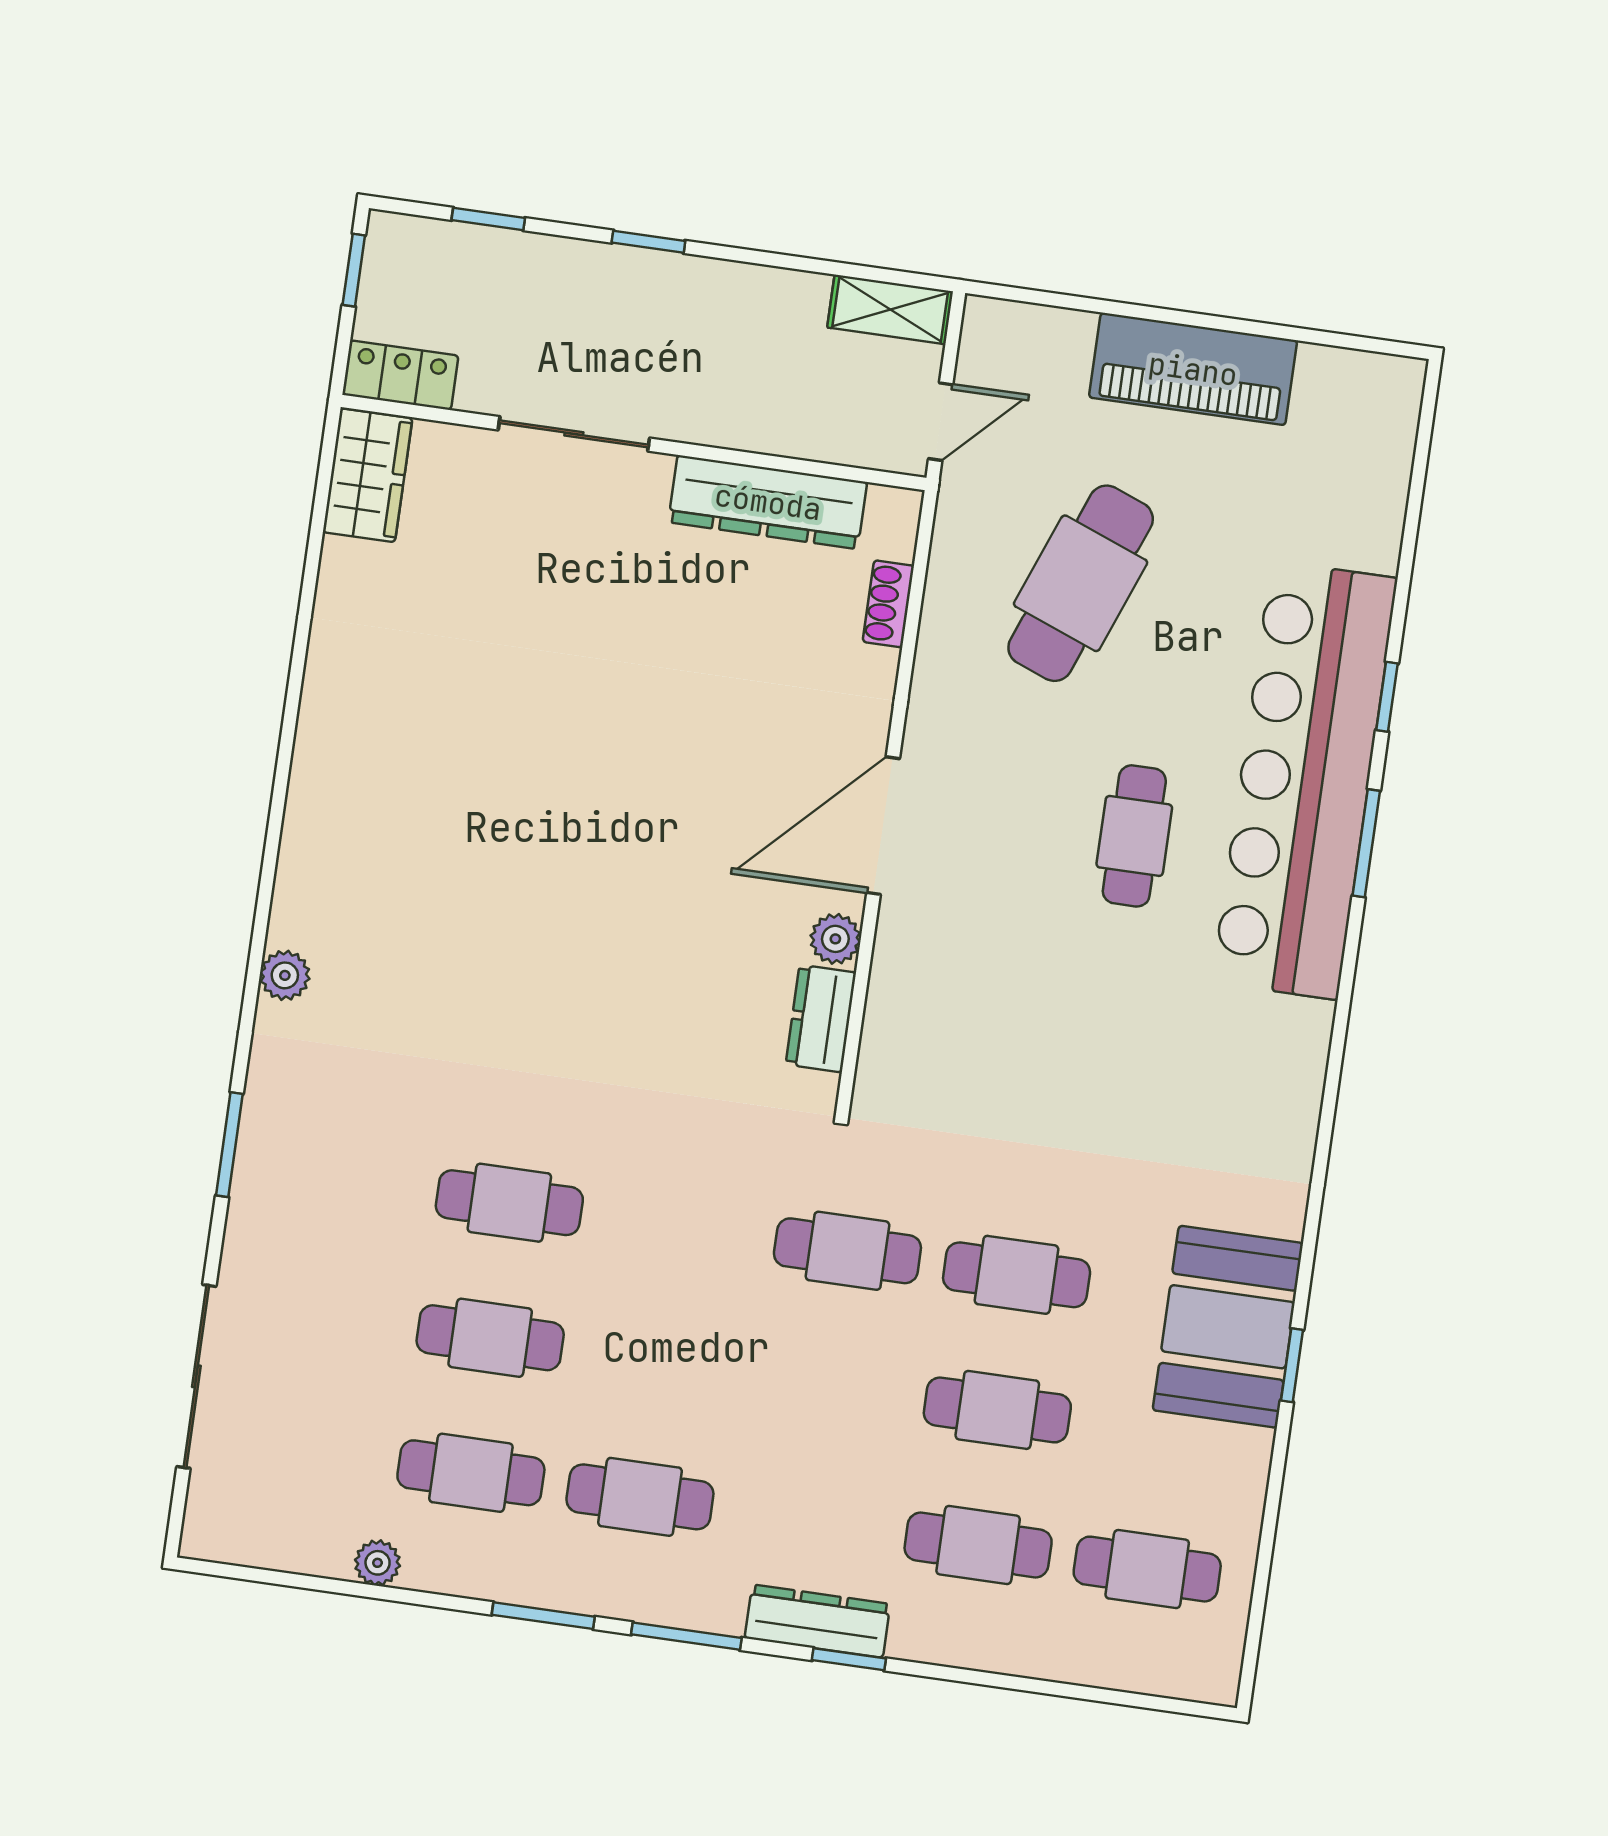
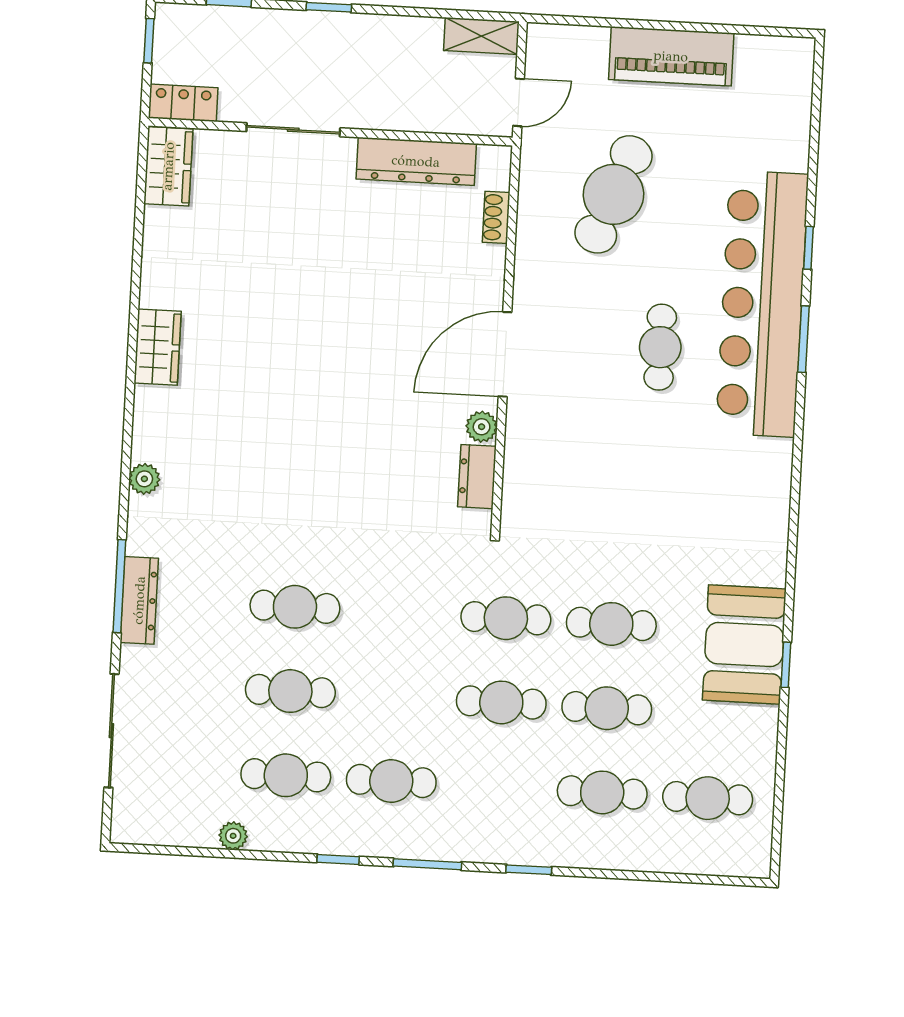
wardrobe: (325, 765) -> (158, 347), added
window: (229, 1145) -> (119, 586), width x1.44
cafe table: (828, 1386) -> (501, 702), added
window: (543, 1616) -> (338, 859), width x0.67
dresser: (817, 1621) -> (139, 600), moved, turned 90

